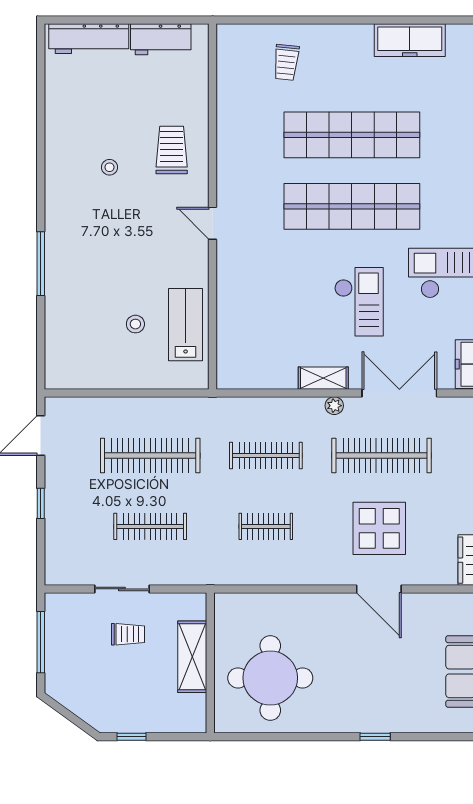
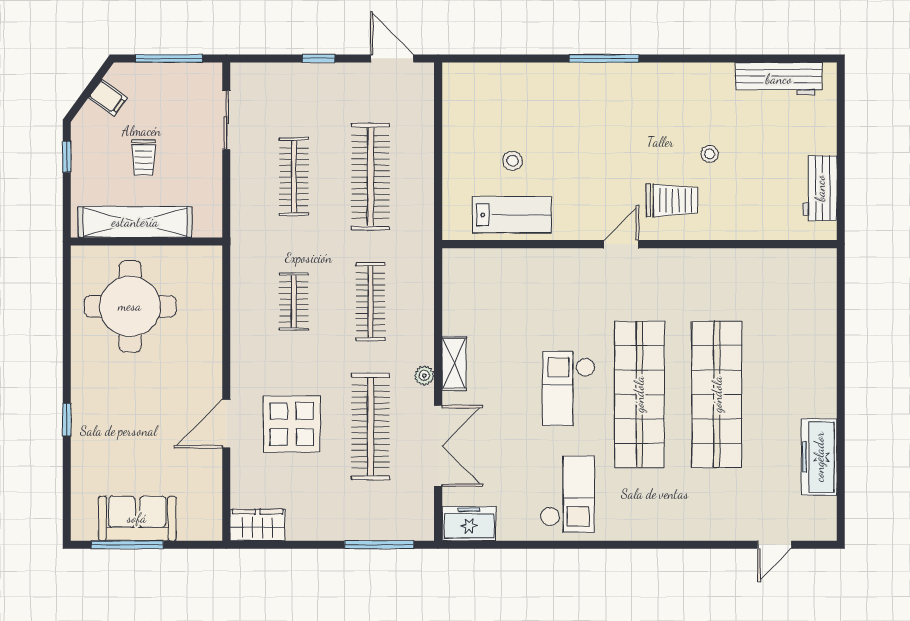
workbench: (89, 39) -> (779, 79), moved, turned -90
trolley: (286, 62) -> (795, 324), removed
trolley: (172, 150) -> (672, 200), moved
stool: (109, 167) -> (710, 154), moved
window: (41, 264) -> (604, 58), moved
checkout: (359, 302) -> (569, 389), moved, turned 90
sliding door: (122, 589) -> (226, 120), moved
trolley: (128, 634) -> (144, 157), moved
shelving: (192, 657) -> (135, 222), width x1.47
filing cabinet: (77, 699) -> (108, 98), added

